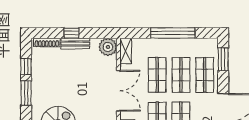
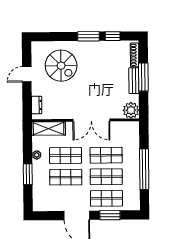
window: (71, 33) -> (143, 77), width x2.17
shelving: (126, 51) -> (128, 126), removed
window: (223, 59) -> (110, 215), moved

